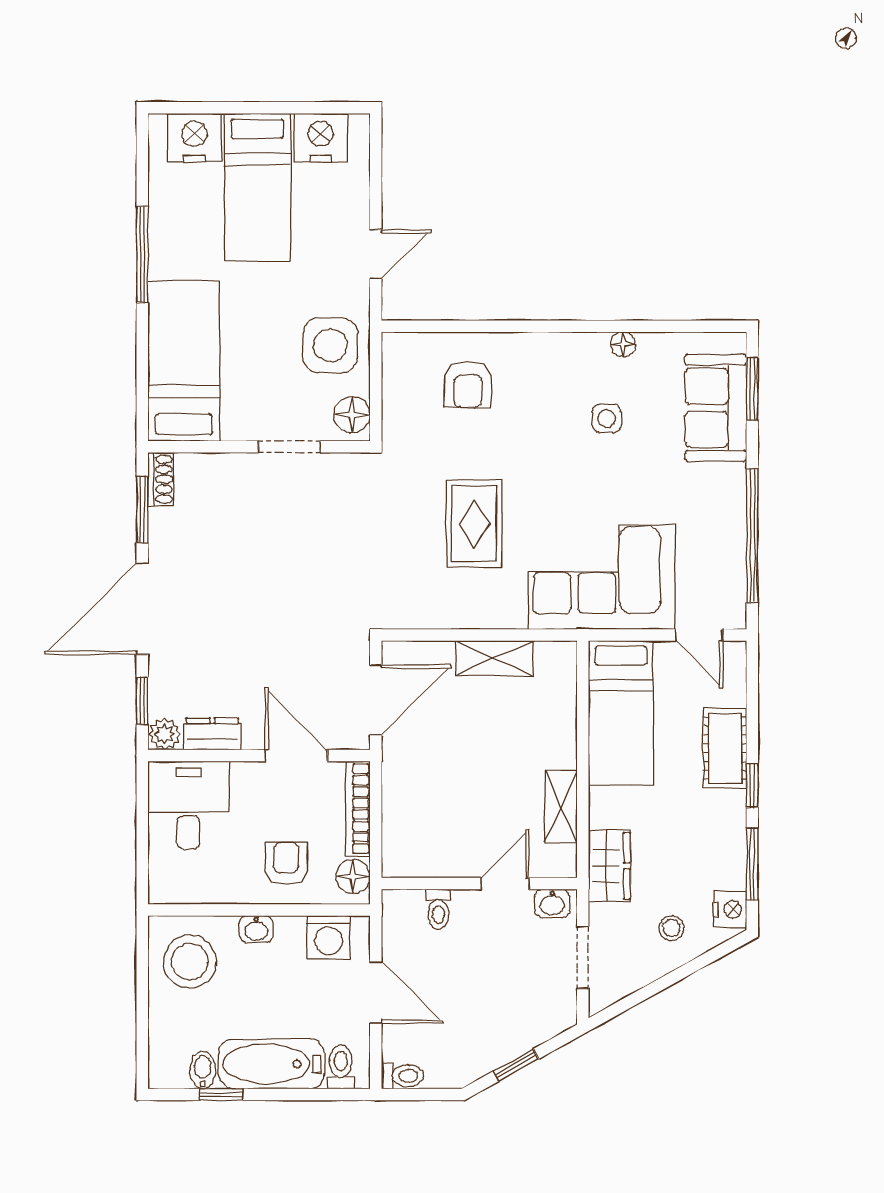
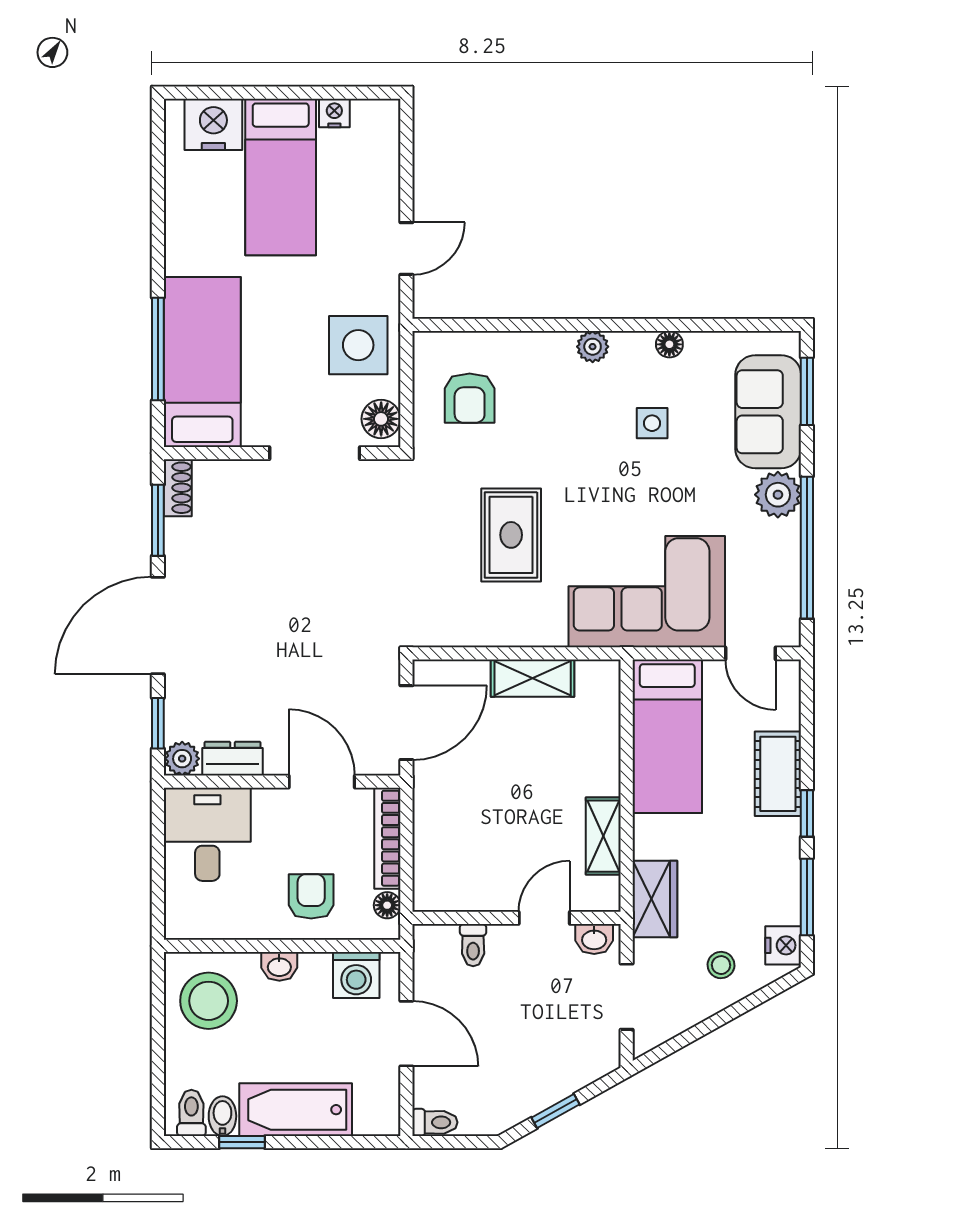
nightstand: (321, 138) -> (334, 113), width x0.53, depth x0.56
window: (142, 255) -> (158, 349), moved
plant: (551, 347) -> (593, 347), added
armchair: (468, 385) -> (470, 398), moved
doorway: (289, 447) -> (315, 453), width x1.38
plant: (725, 486) -> (778, 495), added
floor lamp: (353, 876) -> (387, 905), width x0.73, depth x0.73
toilet: (341, 1067) -> (191, 1113), moved

